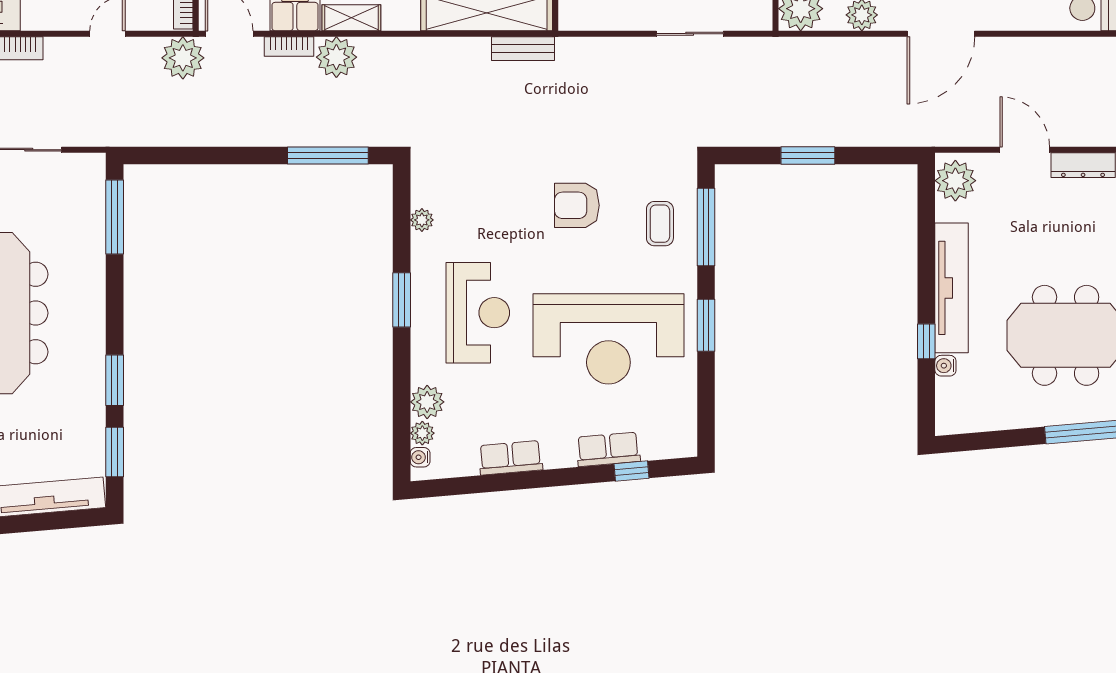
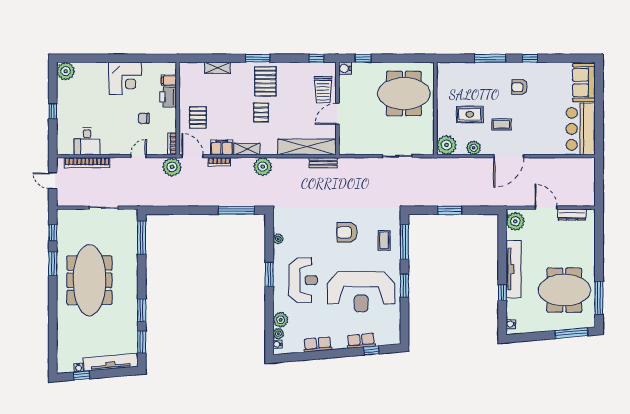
plant: (336, 57) -> (263, 167), moved
water cooler: (945, 366) -> (511, 324), moved

